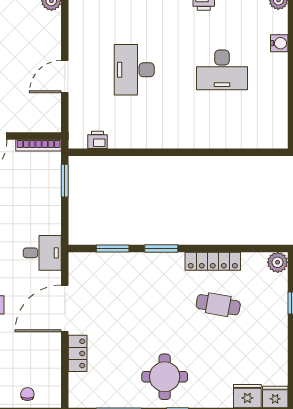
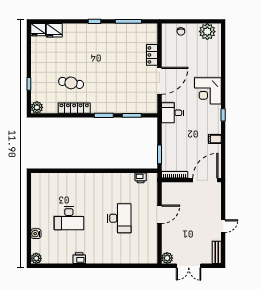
desk: (222, 70) -> (69, 218), turned 180
round table: (165, 377) -> (102, 41), removed

